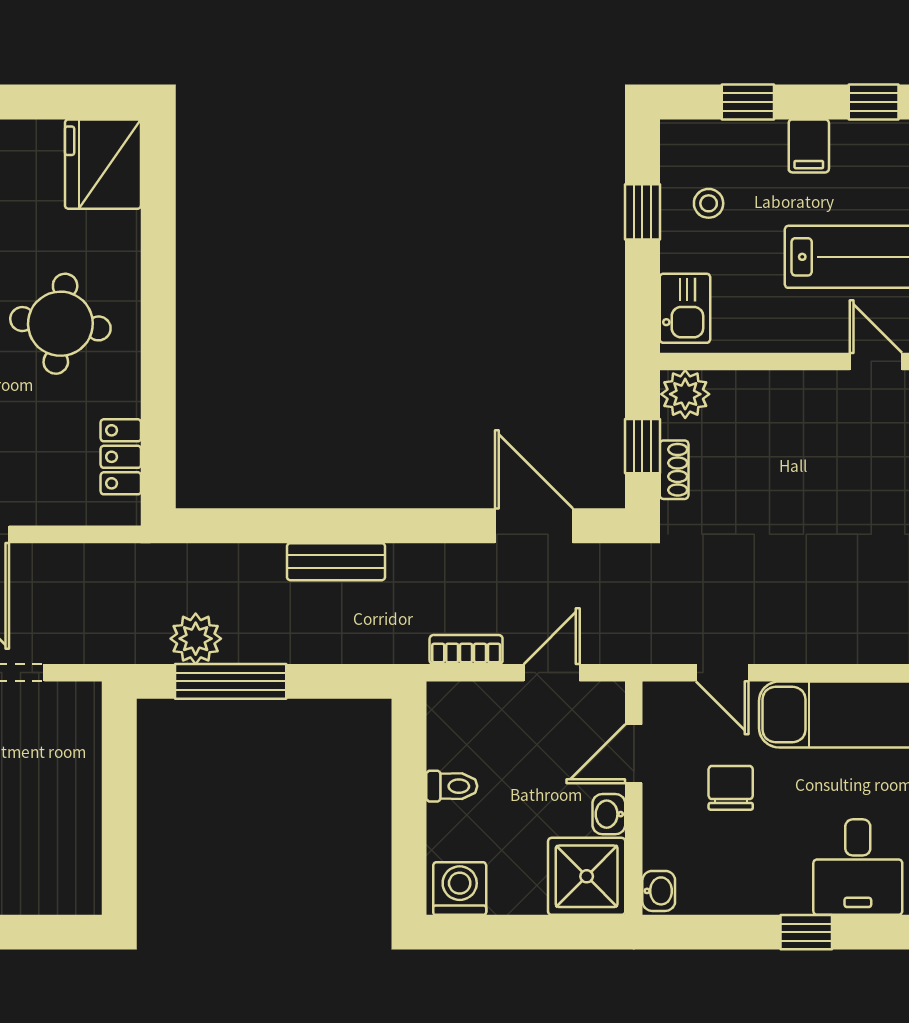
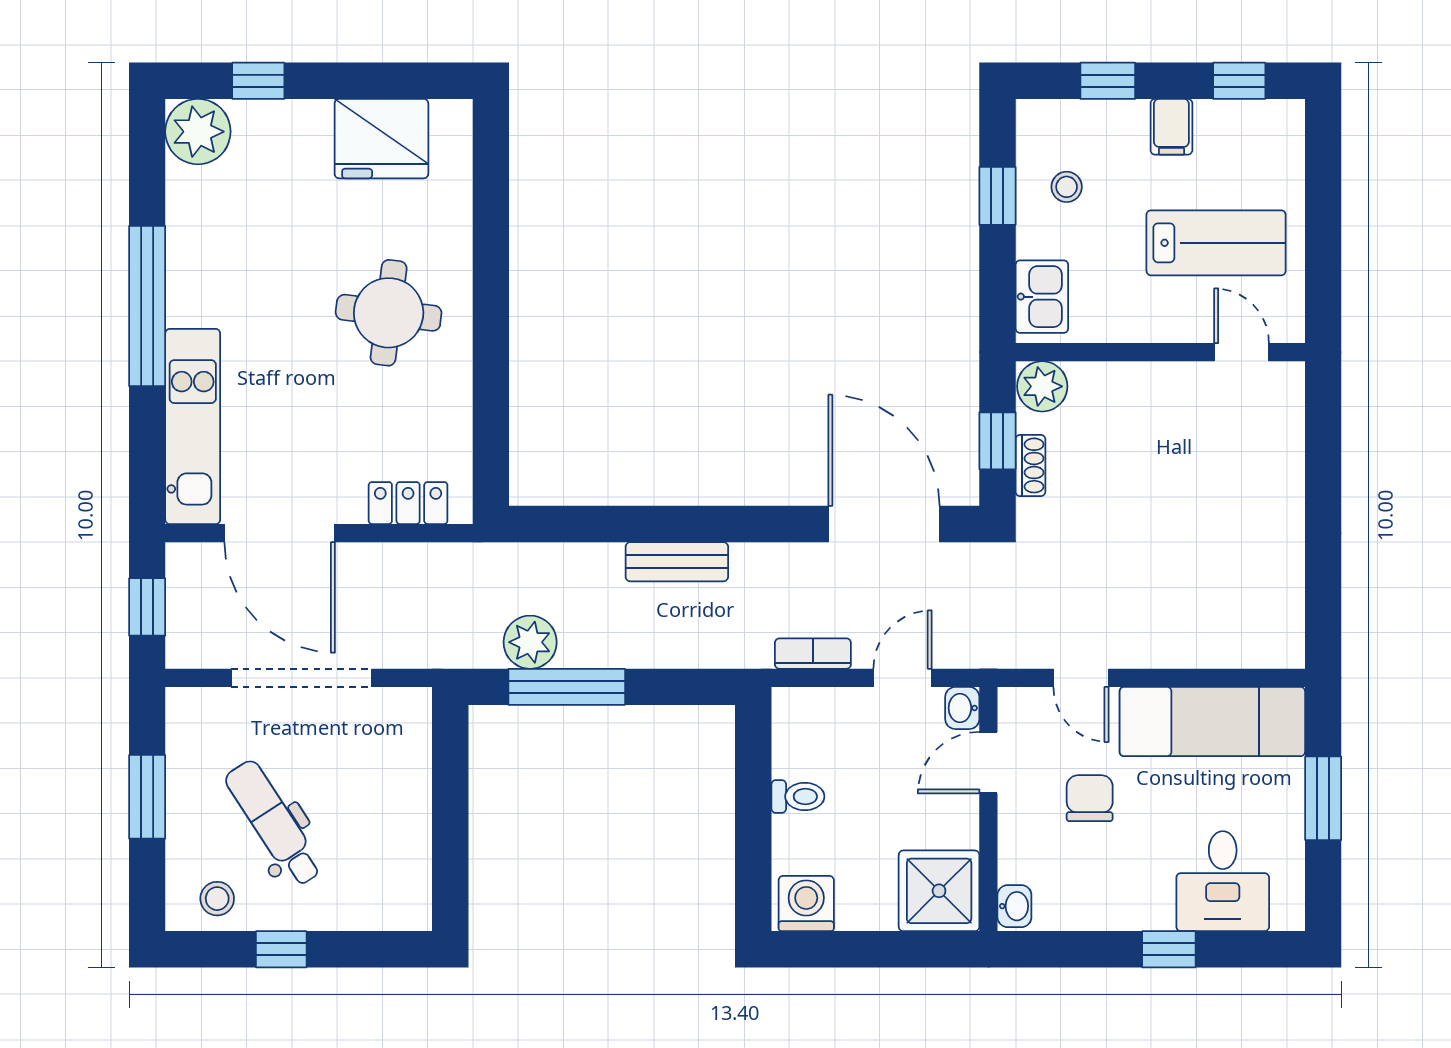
fridge: (103, 164) -> (381, 139), moved, turned -90
locker: (121, 457) -> (408, 503), moved, turned 90
door: (534, 526) -> (884, 524), width x1.36
washbasin: (609, 814) -> (962, 708), moved

